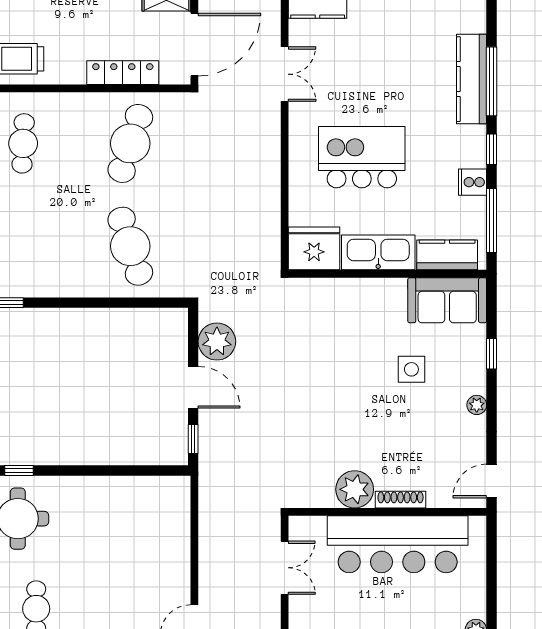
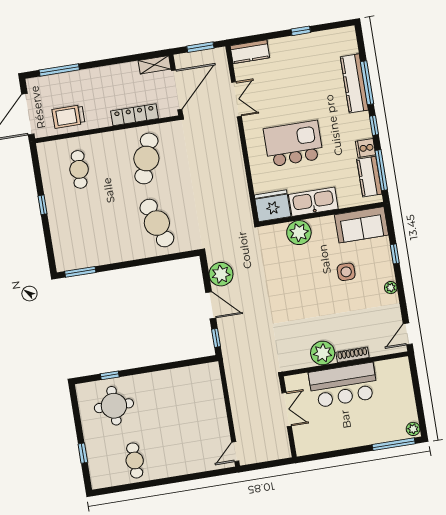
kitchen counter: (447, 255) -> (369, 177), moved, turned -90
plant: (348, 297) -> (299, 233), added
bar counter: (398, 544) -> (343, 385), width x0.73

